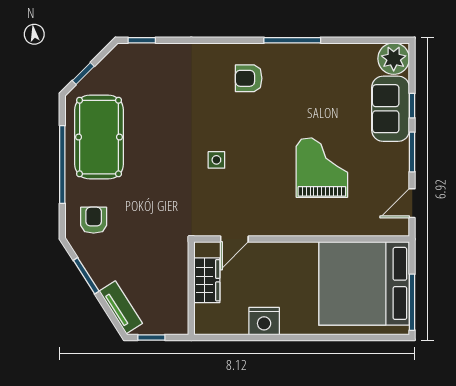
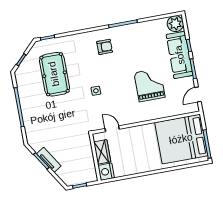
armchair: (249, 78) -> (105, 47), turned 180
sofa: (391, 109) -> (180, 55), width x1.36
pool table: (99, 137) -> (54, 74), moved
armchair: (94, 220) -> (40, 132), removed
door: (234, 239) -> (112, 129), swing flipped
tv unit: (121, 307) -> (49, 160), moved
nightstand: (264, 321) -> (106, 172), moved, turned 90

